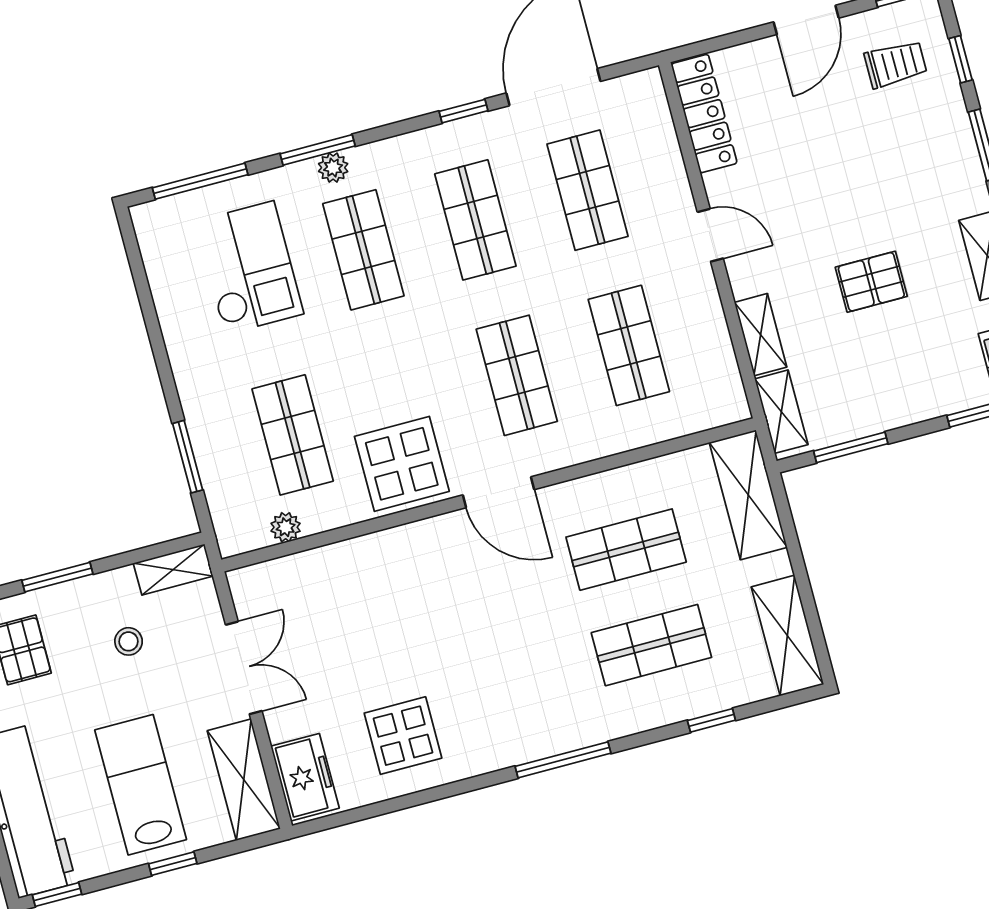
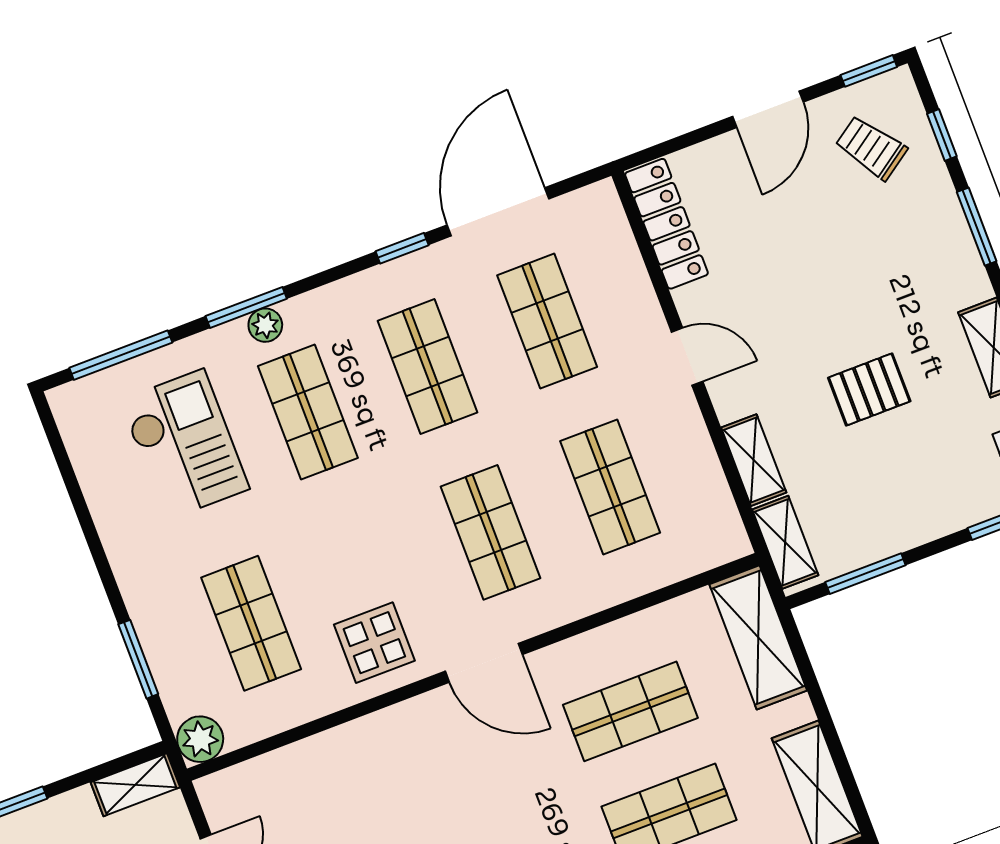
trolley: (896, 64) -> (871, 148), turned -125
display table: (402, 464) -> (374, 643), width x0.73, depth x0.73
plant: (286, 527) -> (200, 739), moved, width x1.38, depth x1.38

